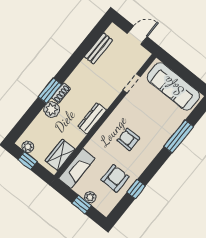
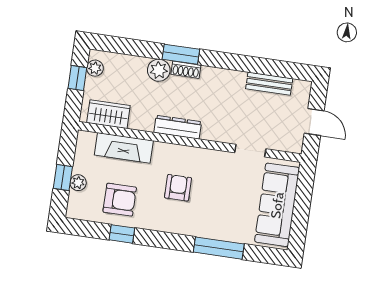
fireplace: (77, 169) -> (124, 148), moved

